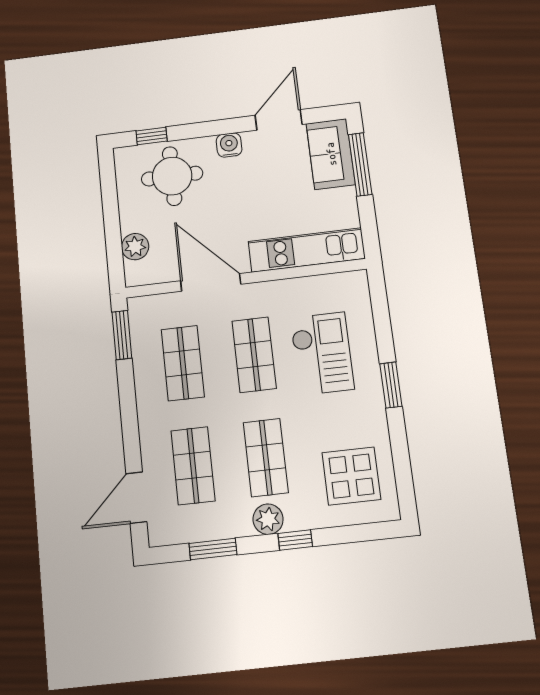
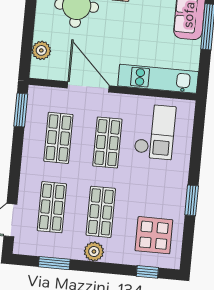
checkout: (322, 353) -> (155, 132), moved
window: (391, 385) -> (192, 200), moved
window: (295, 540) -> (147, 272), moved

